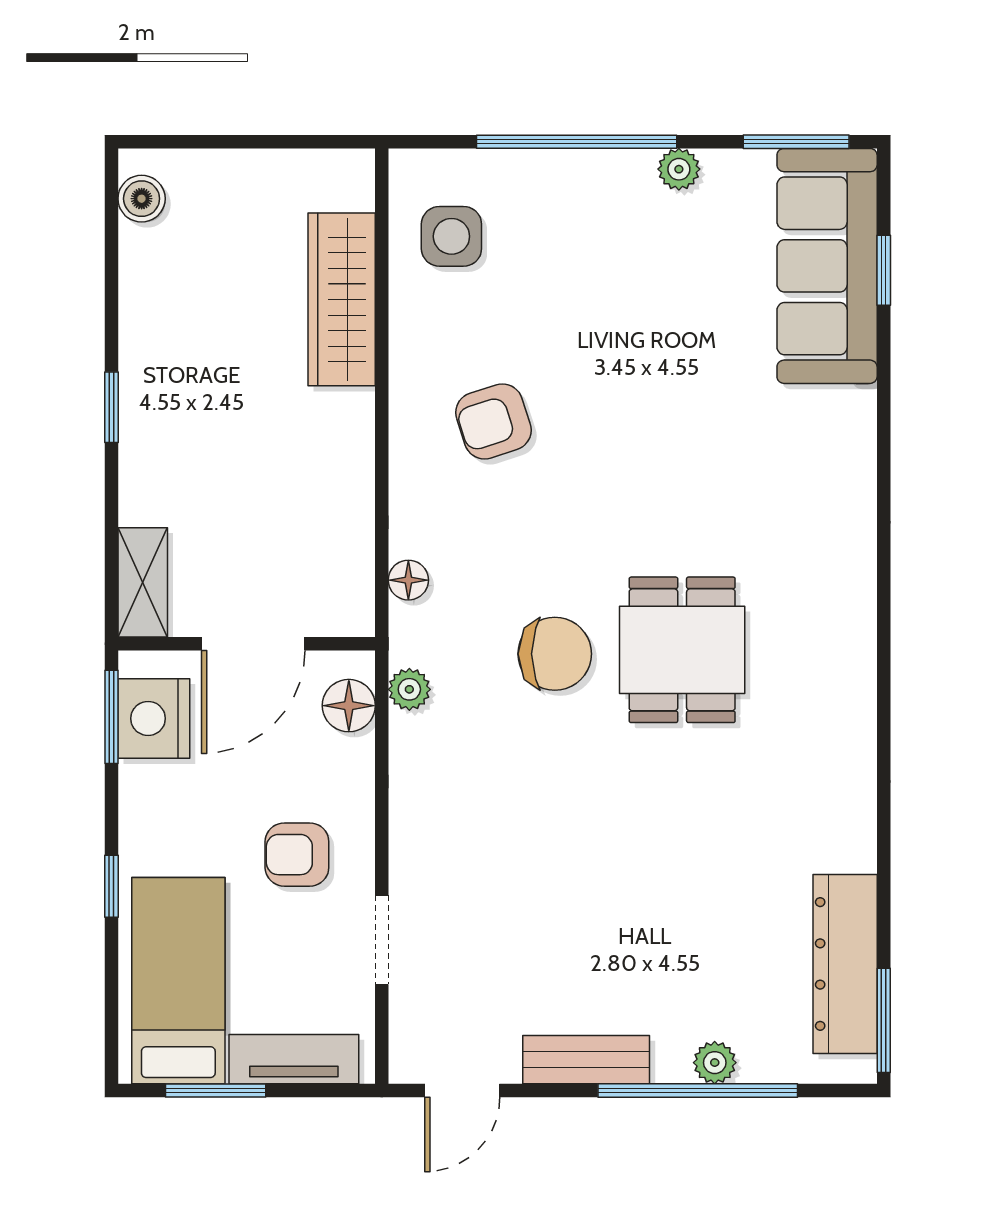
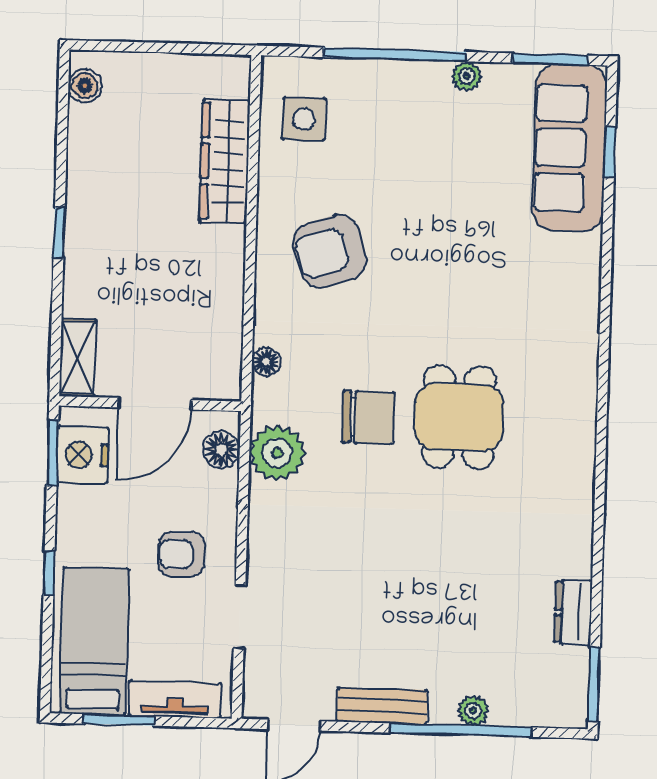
armchair: (493, 421) -> (330, 251), width x1.38, depth x1.38
plant: (409, 689) -> (277, 453), width x1.88, depth x1.88
dresser: (845, 964) -> (573, 612), width x0.51, depth x0.80

